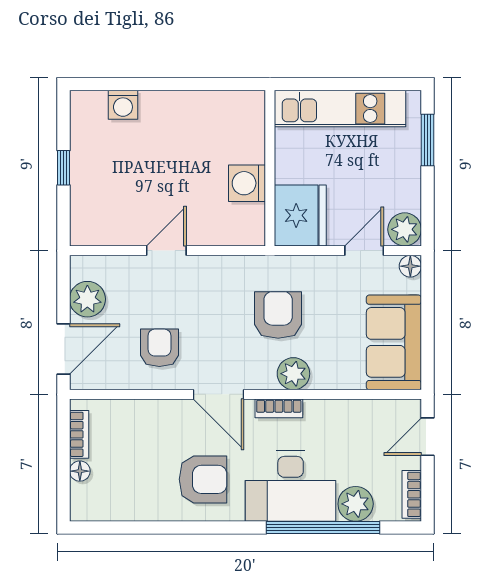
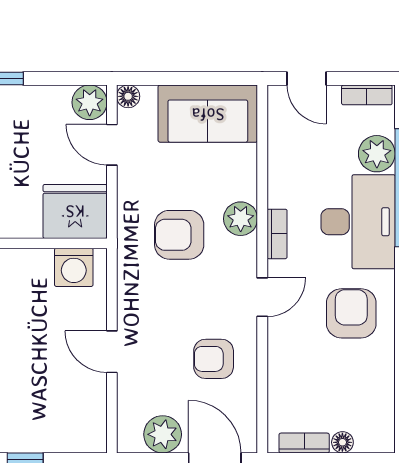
washing machine: (247, 183) -> (74, 267), moved
door: (218, 394) -> (262, 297), width x0.73

